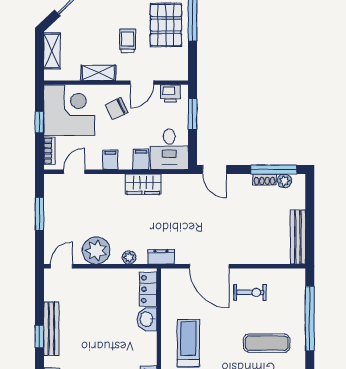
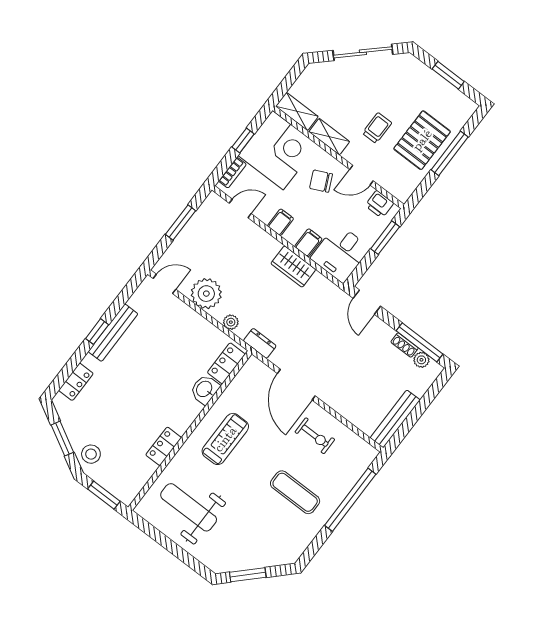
shelving: (52, 51) -> (297, 111), moved, turned 90

